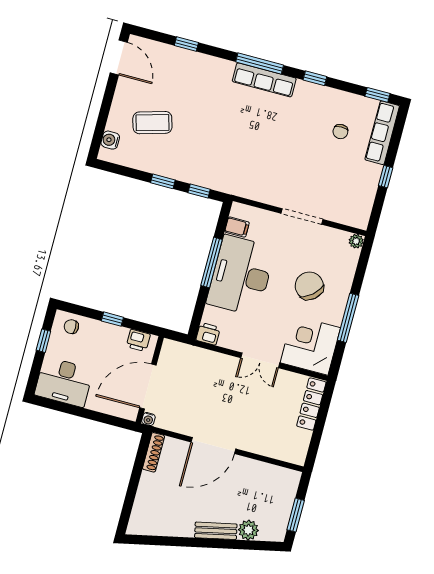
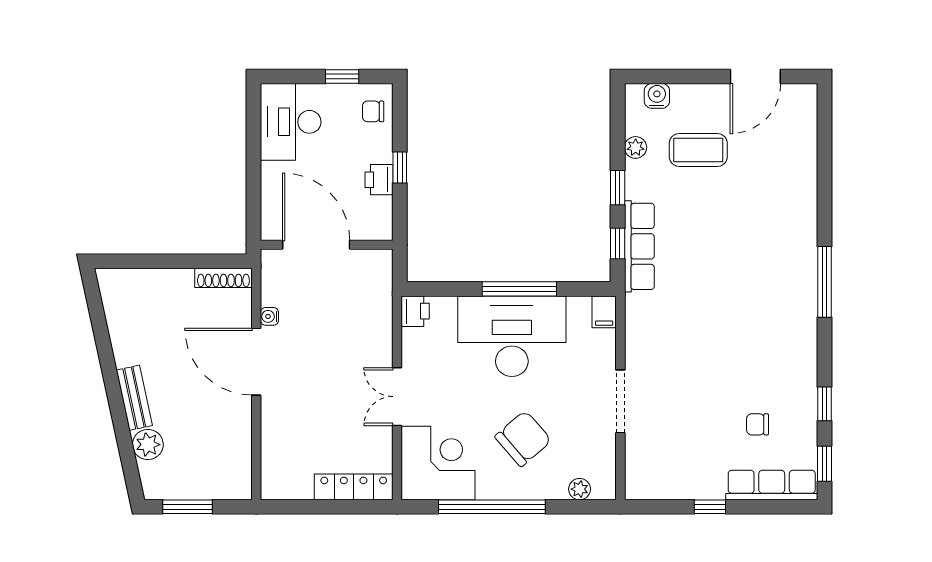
window: (186, 44) -> (825, 169), removed
door: (119, 58) -> (755, 76), moved
window: (315, 78) -> (825, 404), moved
row of seats: (264, 80) -> (639, 246), moved, turned 180
coffee table: (152, 123) -> (698, 150), turned -74
plant: (140, 163) -> (636, 147), added
filing cabinet: (237, 227) -> (604, 312), moved
plant: (356, 241) -> (580, 489), moved
window: (348, 318) -> (492, 507), width x1.46
chair: (71, 327) -> (373, 111), turned -90
printer: (138, 340) -> (379, 180), moved
water cooler: (148, 419) -> (269, 316), moved

